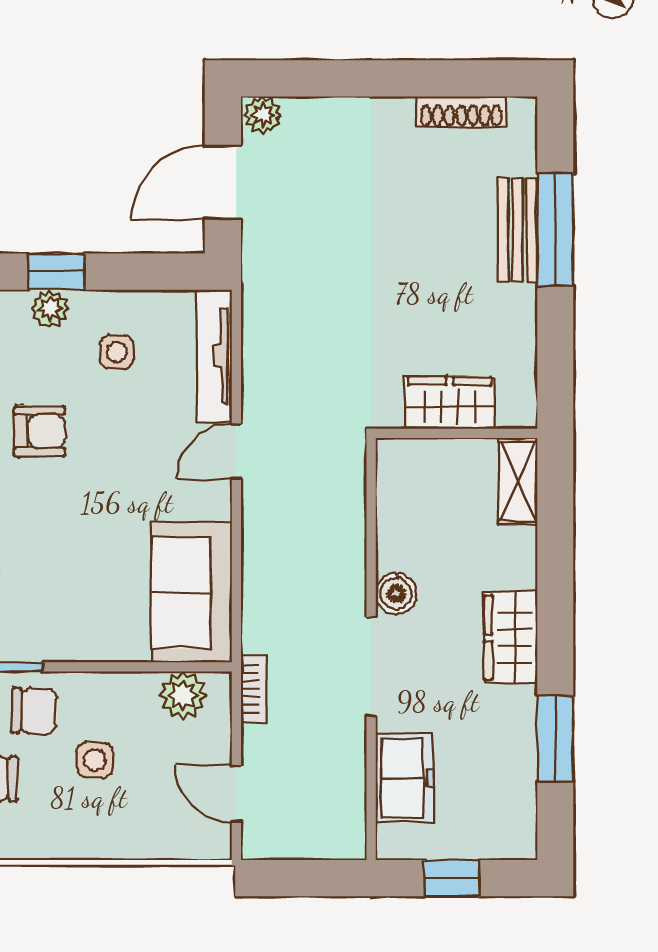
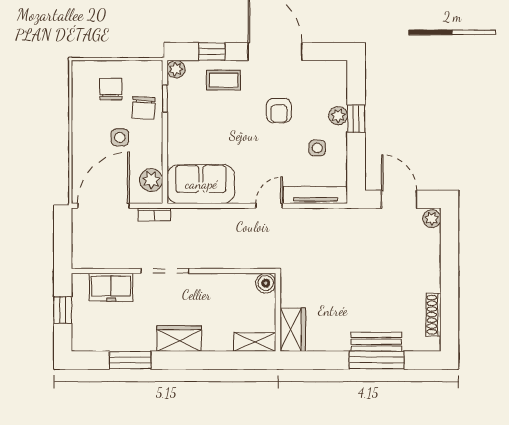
wardrobe: (450, 403) -> (293, 330), moved
door: (236, 451) -> (269, 206), hinge flipped
boiler: (396, 594) -> (266, 283), moved
door: (236, 794) -> (104, 206), width x1.87

